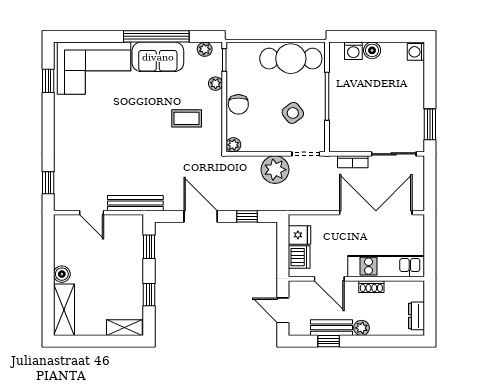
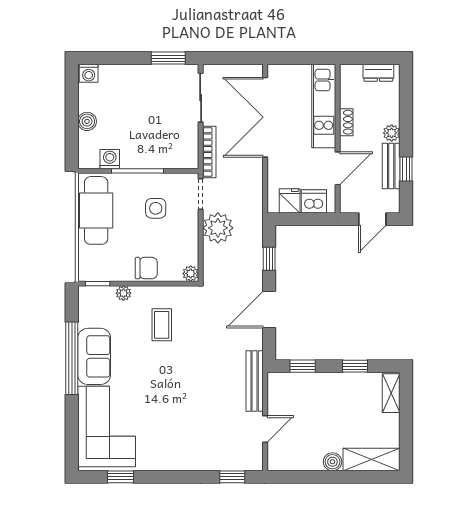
plant: (205, 49) -> (86, 305), removed
washing machine: (353, 51) -> (110, 159), moved, turned -90
side table: (293, 113) -> (156, 208), turned 37
bookcase: (353, 162) -> (209, 152), width x1.56

